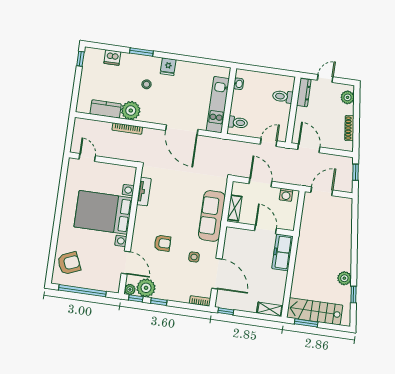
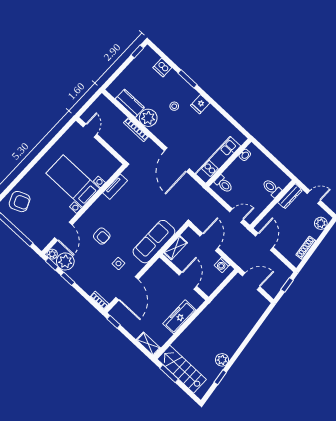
bed with nightstands: (103, 212) -> (73, 181), width x0.73
freezer: (282, 252) -> (179, 317), moved

